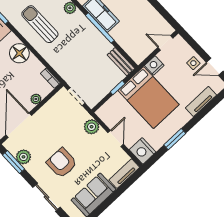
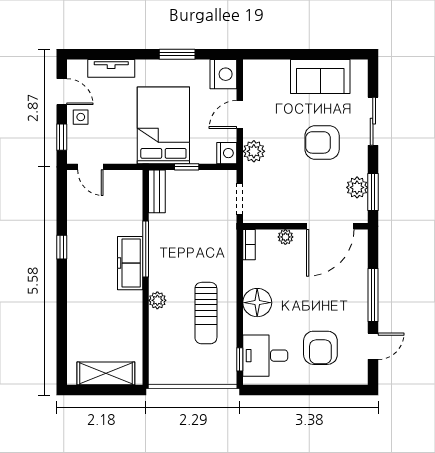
window: (194, 44) -> (62, 137), added
nightstand: (154, 65) -> (227, 153), moved, turned -90
armchair: (62, 163) -> (322, 142), turned 90
tv unit: (124, 174) -> (266, 68), removed

